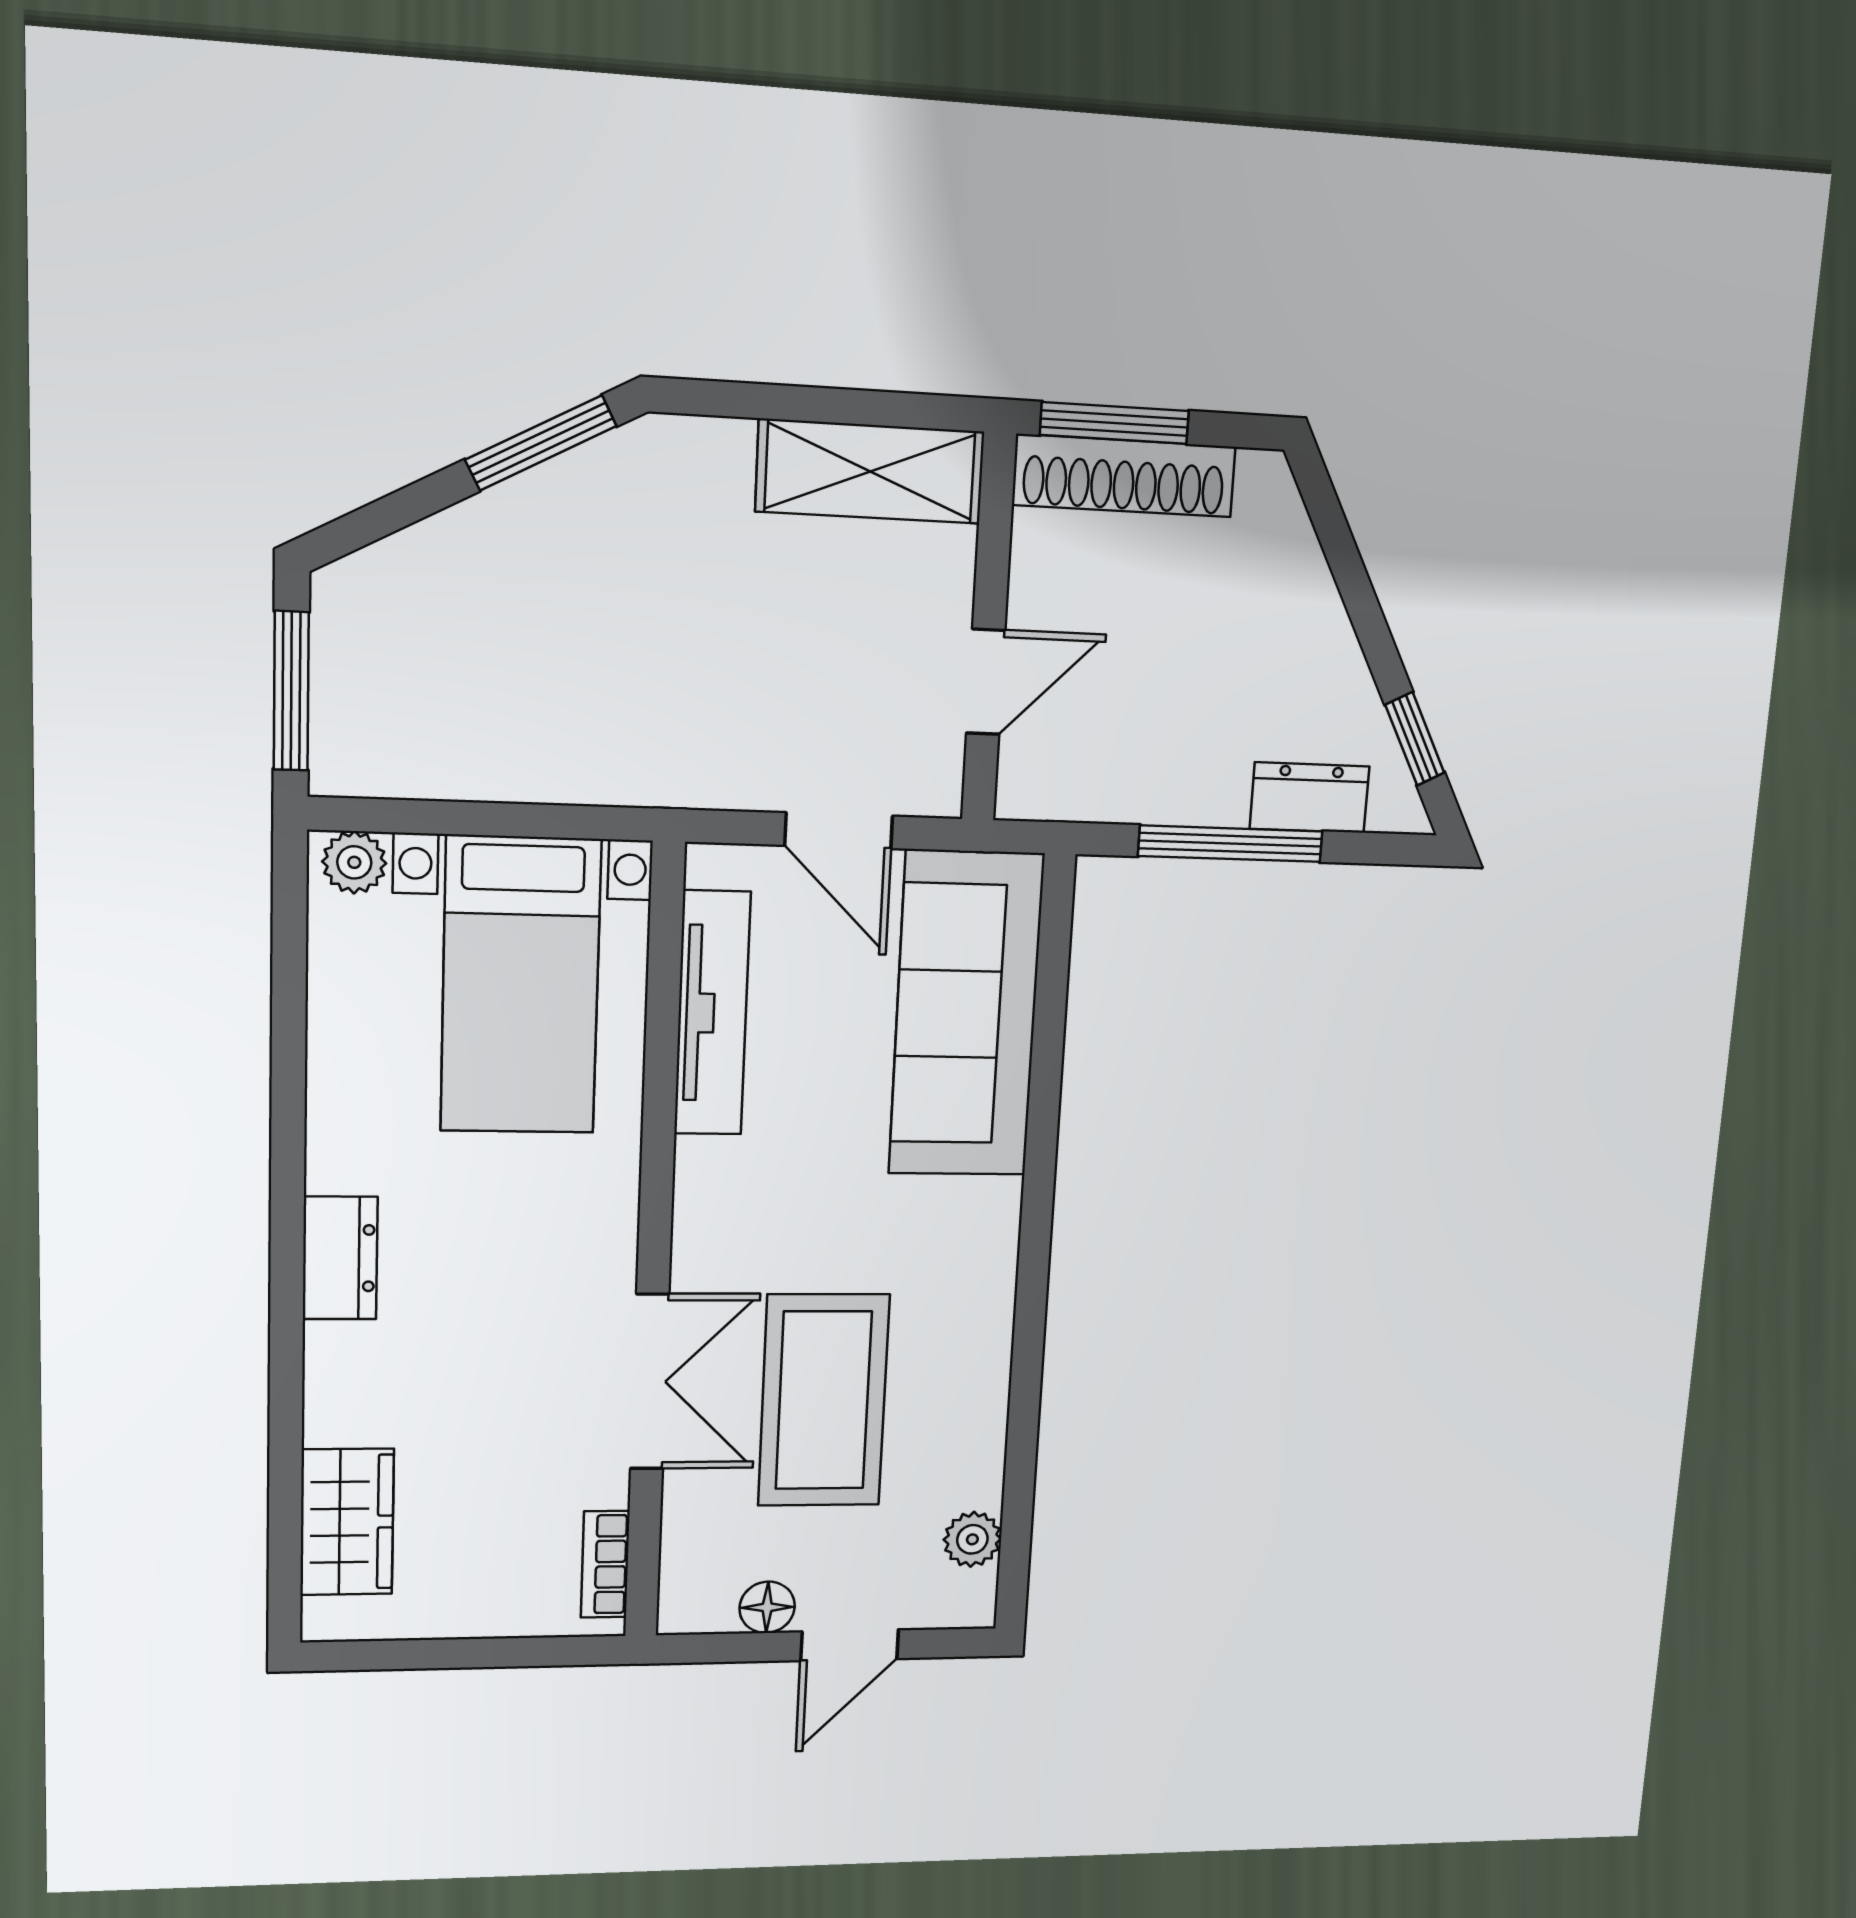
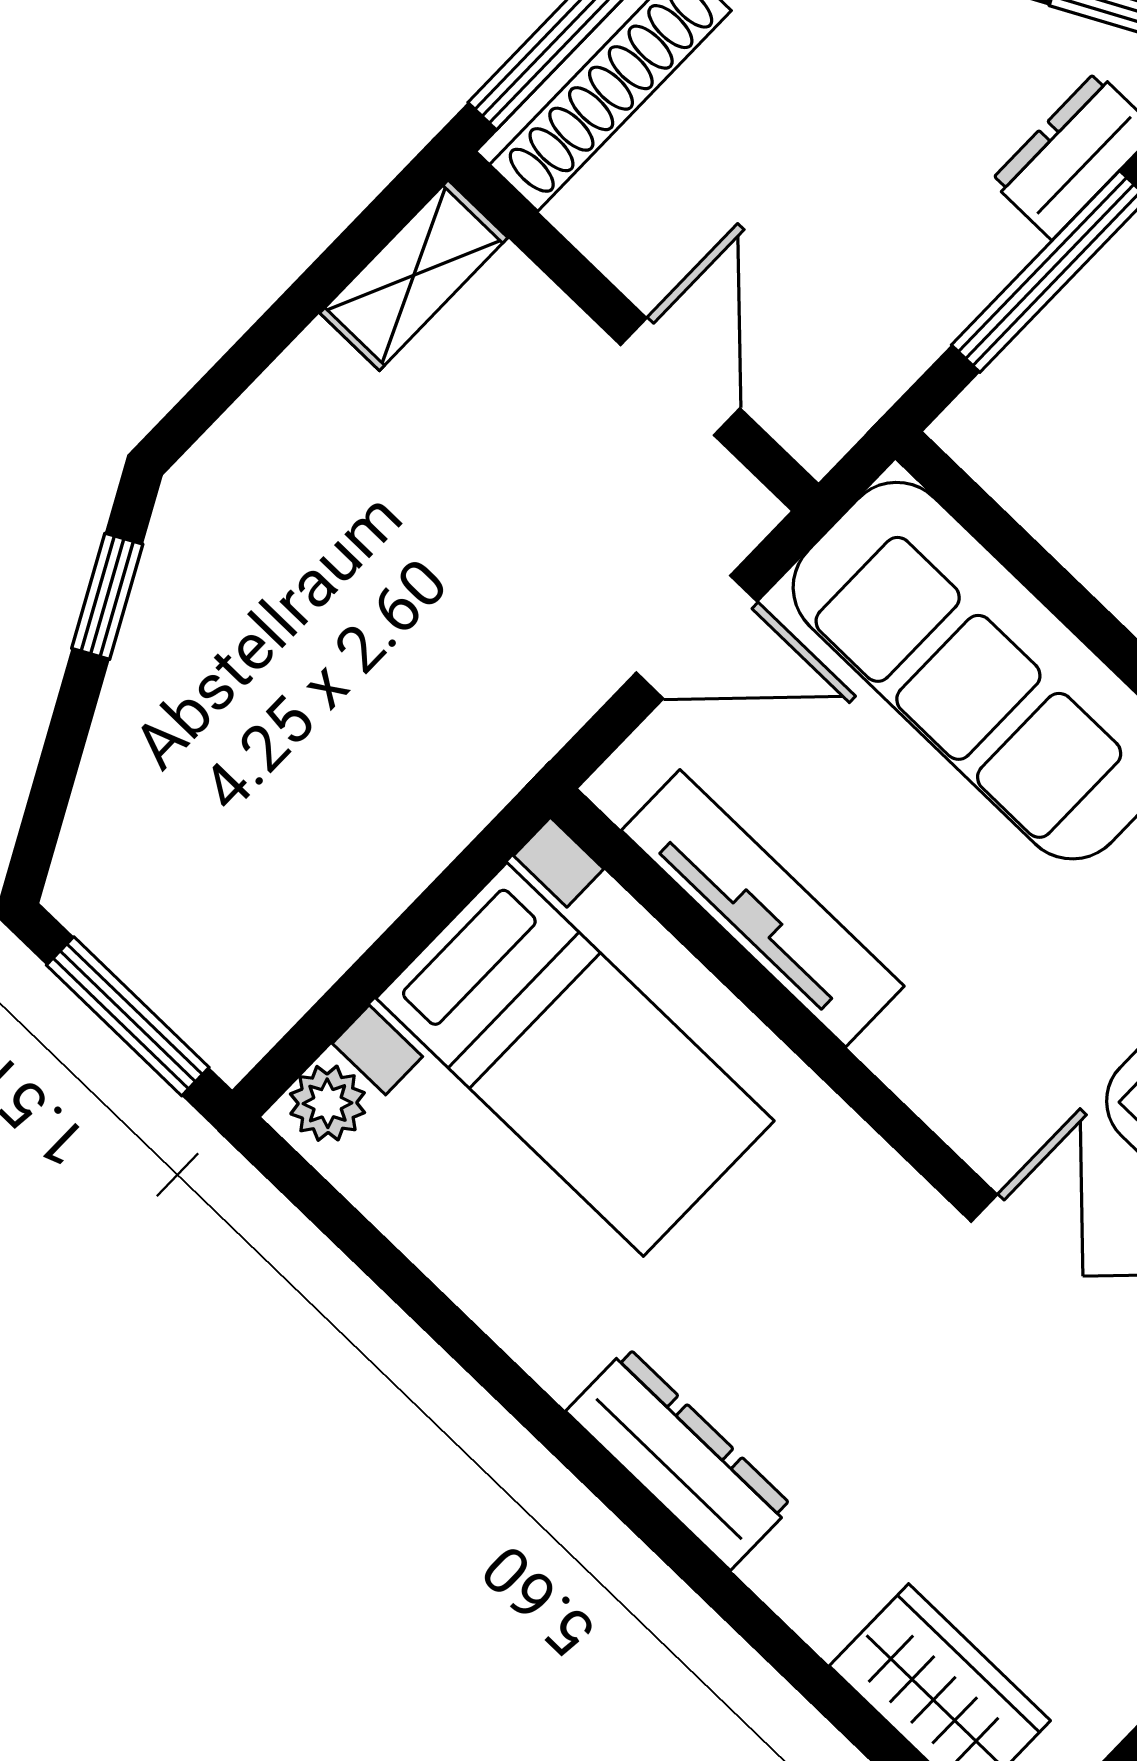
window: (541, 443) -> (107, 596), width x0.67
shelving: (870, 471) -> (414, 275), width x0.67, depth x0.75
dresser: (340, 1258) -> (679, 1459), width x1.44

